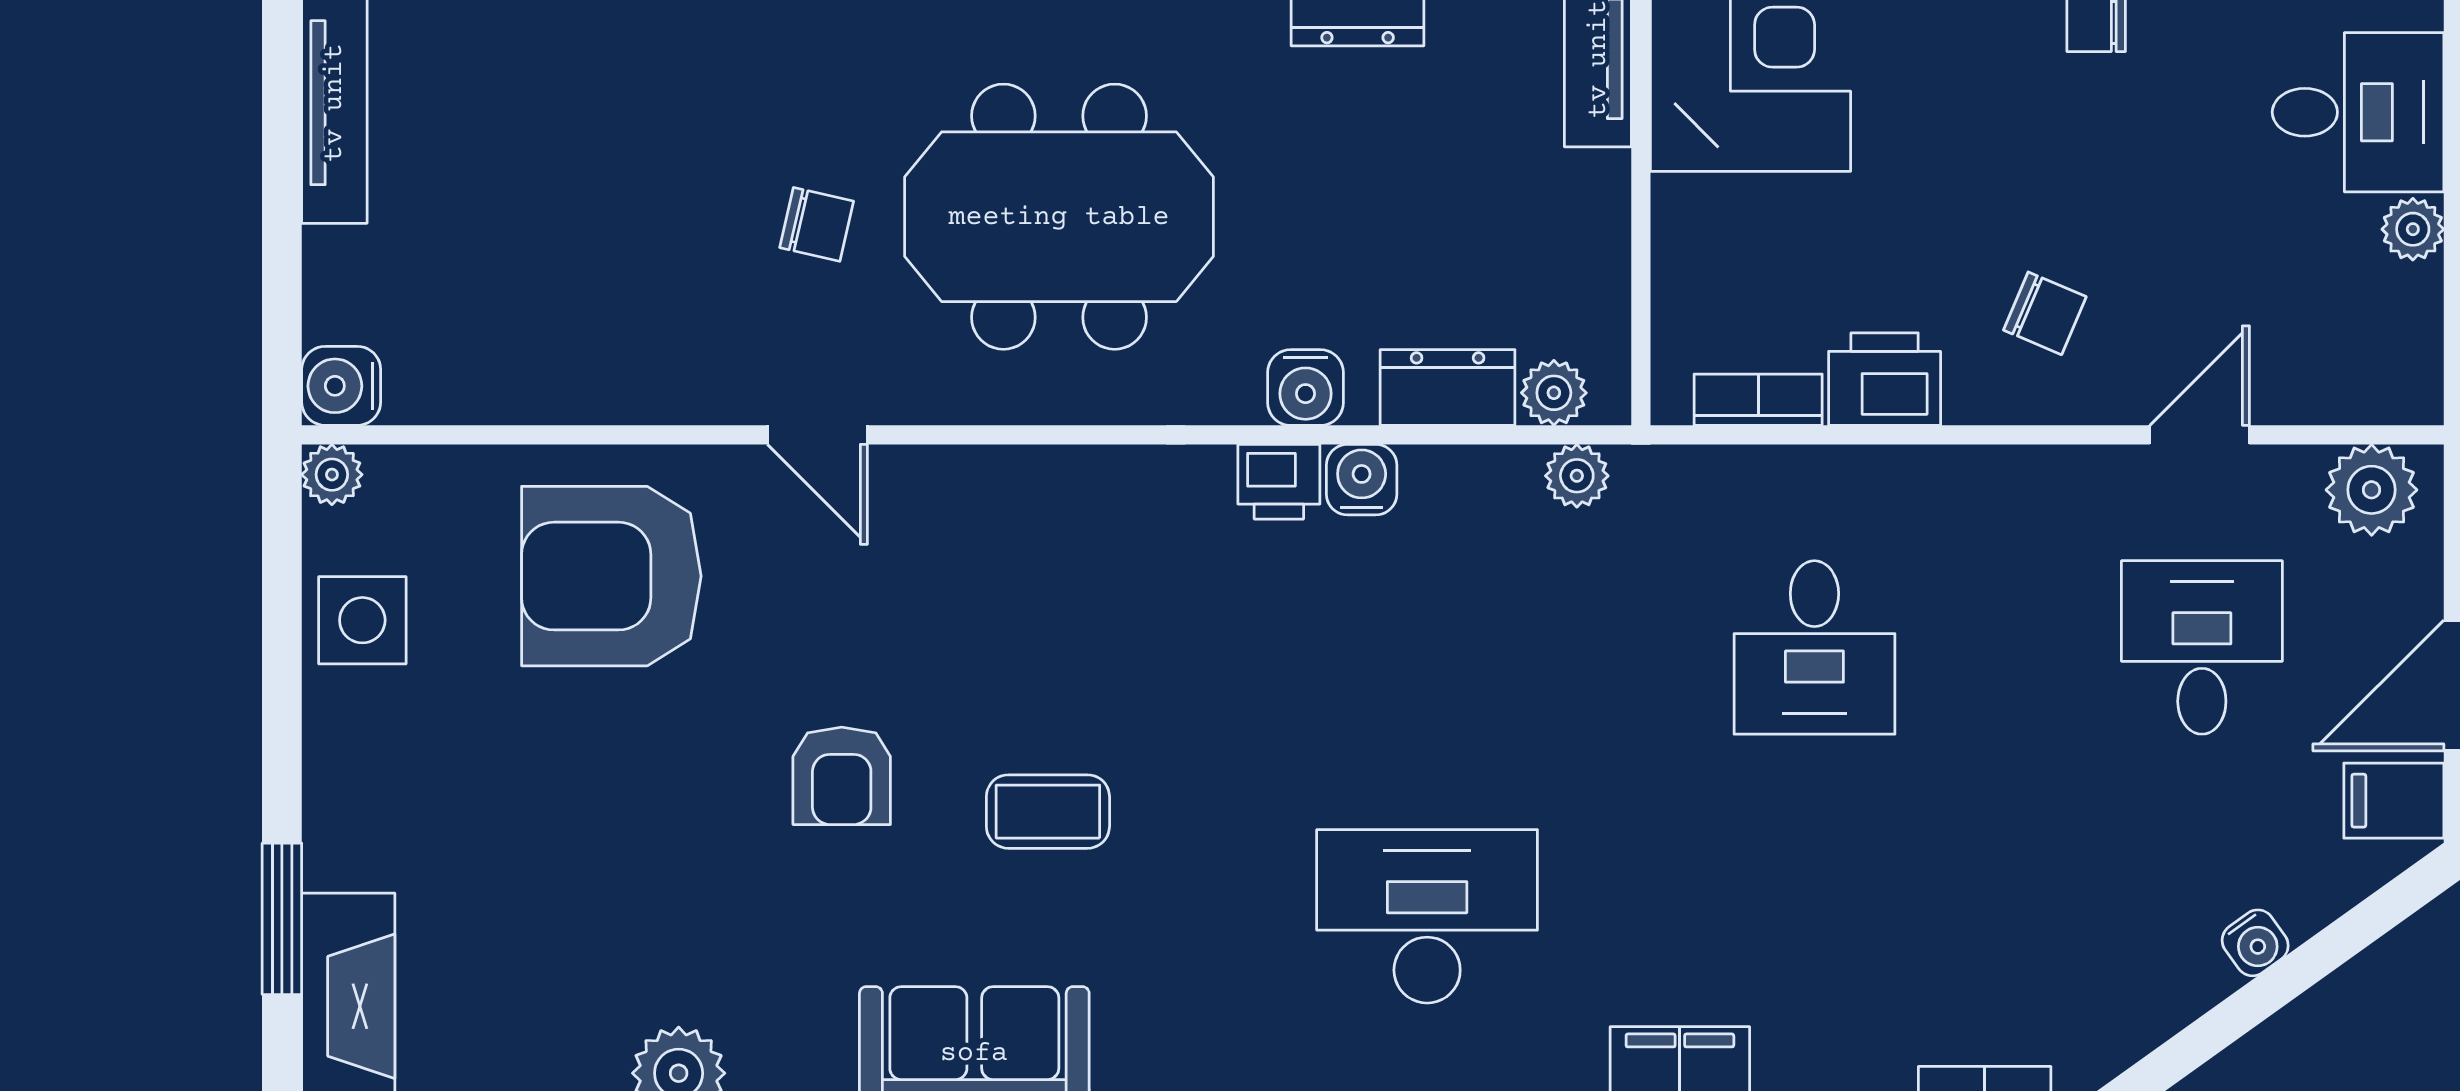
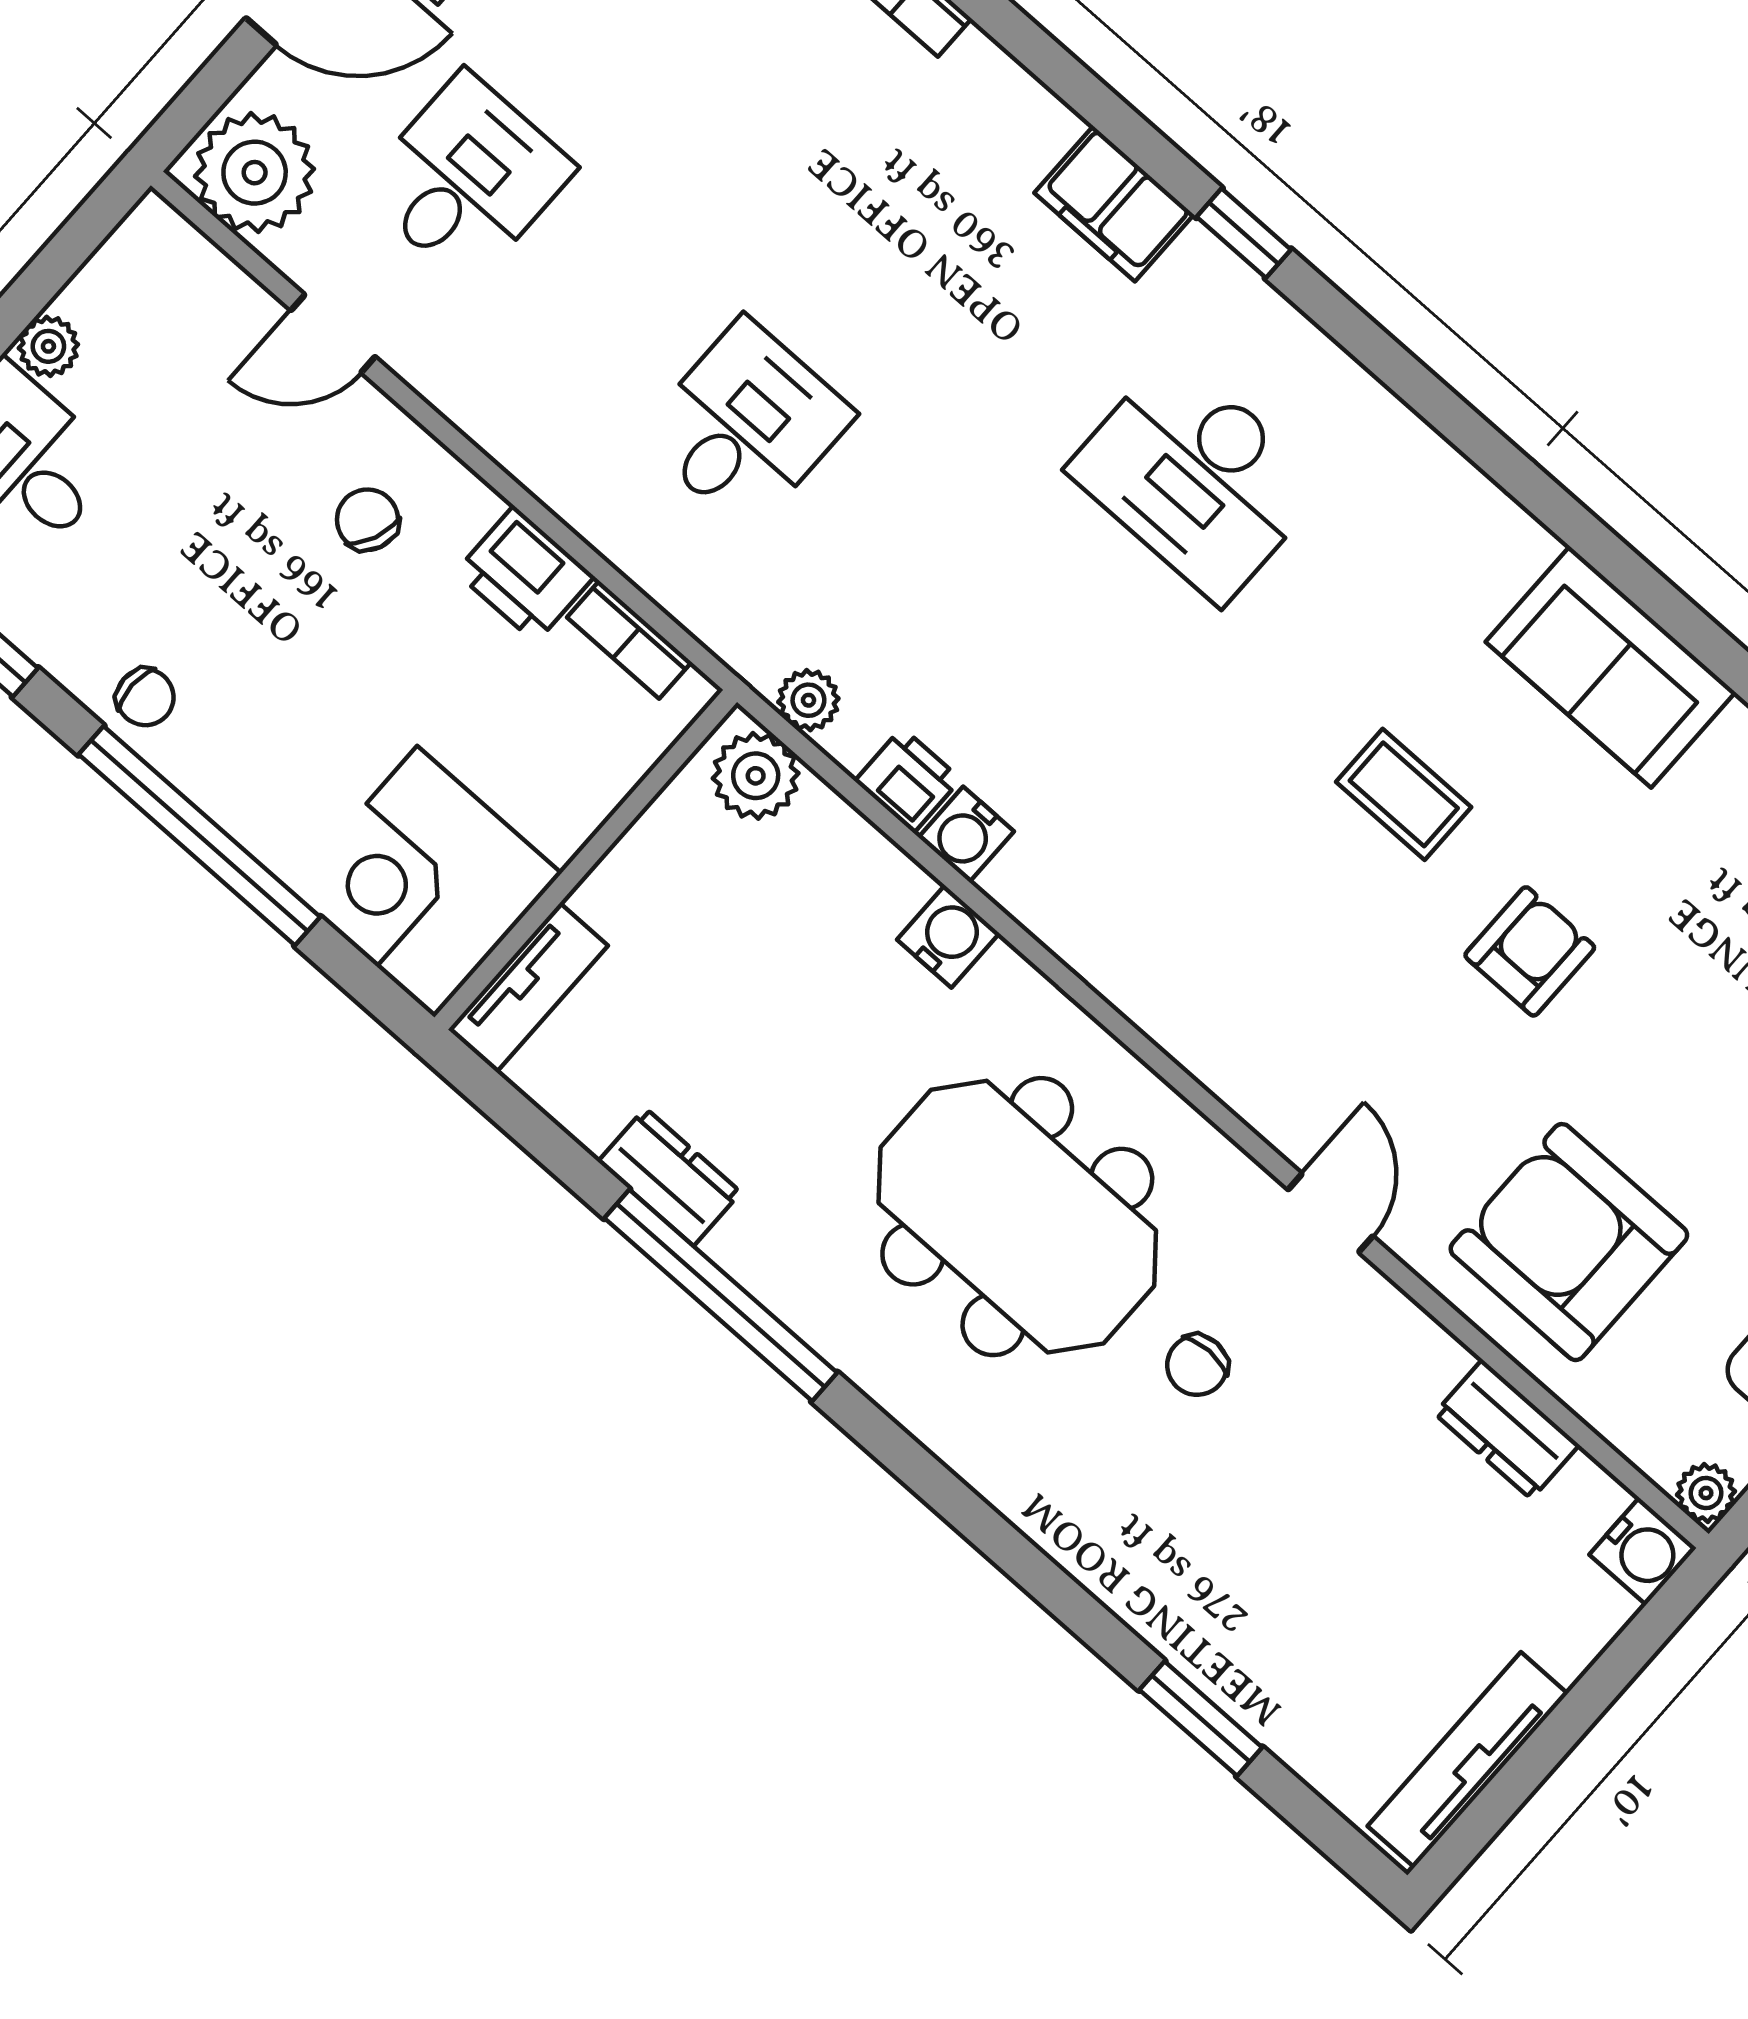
chair: (817, 224) -> (1197, 1365), turned -103
dresser: (1448, 387) -> (1507, 1429), moved
plant: (1554, 393) -> (756, 776), width x1.38, depth x1.38
printer: (1279, 482) -> (908, 780), moved
plant: (2372, 490) -> (255, 173), width x1.36, depth x1.36
armchair: (611, 576) -> (1569, 1242), turned 180
desk: (2202, 647) -> (467, 179), turned 180

